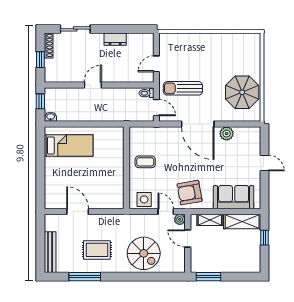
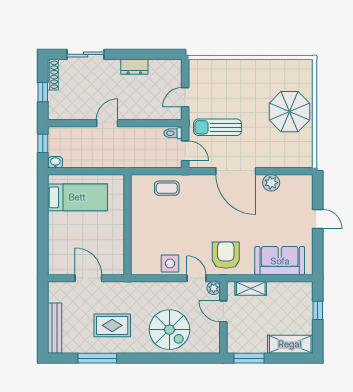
parasol: (242, 92) -> (289, 112), moved
coffee table: (145, 162) -> (167, 188), moved
wall: (126, 168) -> (128, 225), moved
armchair: (190, 193) -> (226, 255), turned 100
shelving: (242, 221) -> (290, 344), moved

